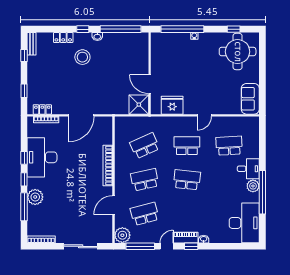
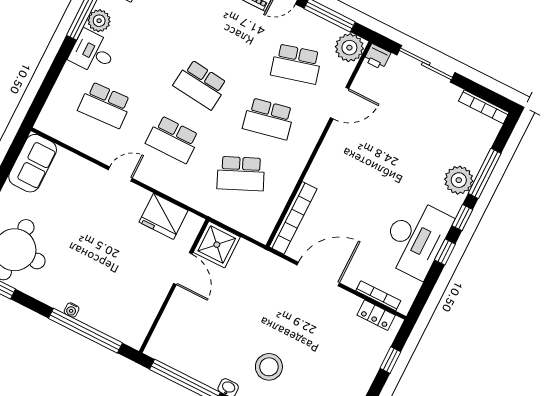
bookcase: (108, 165) -> (293, 218), moved
printer: (106, 238) -> (377, 57), added

